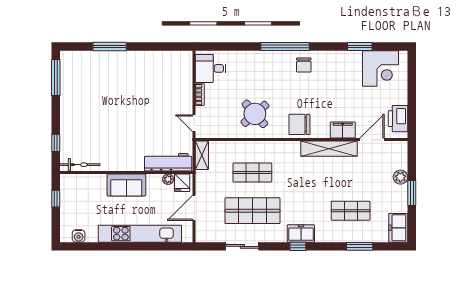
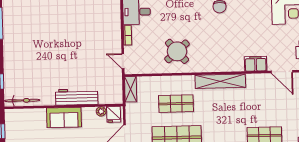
chair: (299, 124) -> (217, 60), removed
door: (372, 140) -> (282, 72), swing flipped
shelving: (329, 149) -> (220, 81), moved
workbench: (168, 162) -> (77, 97), moved

